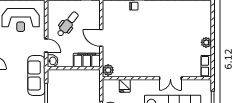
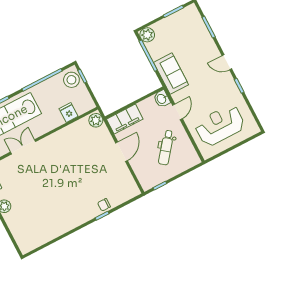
door: (101, 38) -> (122, 152), hinge flipped
door: (46, 46) -> (177, 112), swing flipped
sofa: (36, 75) -> (171, 74), width x0.73

